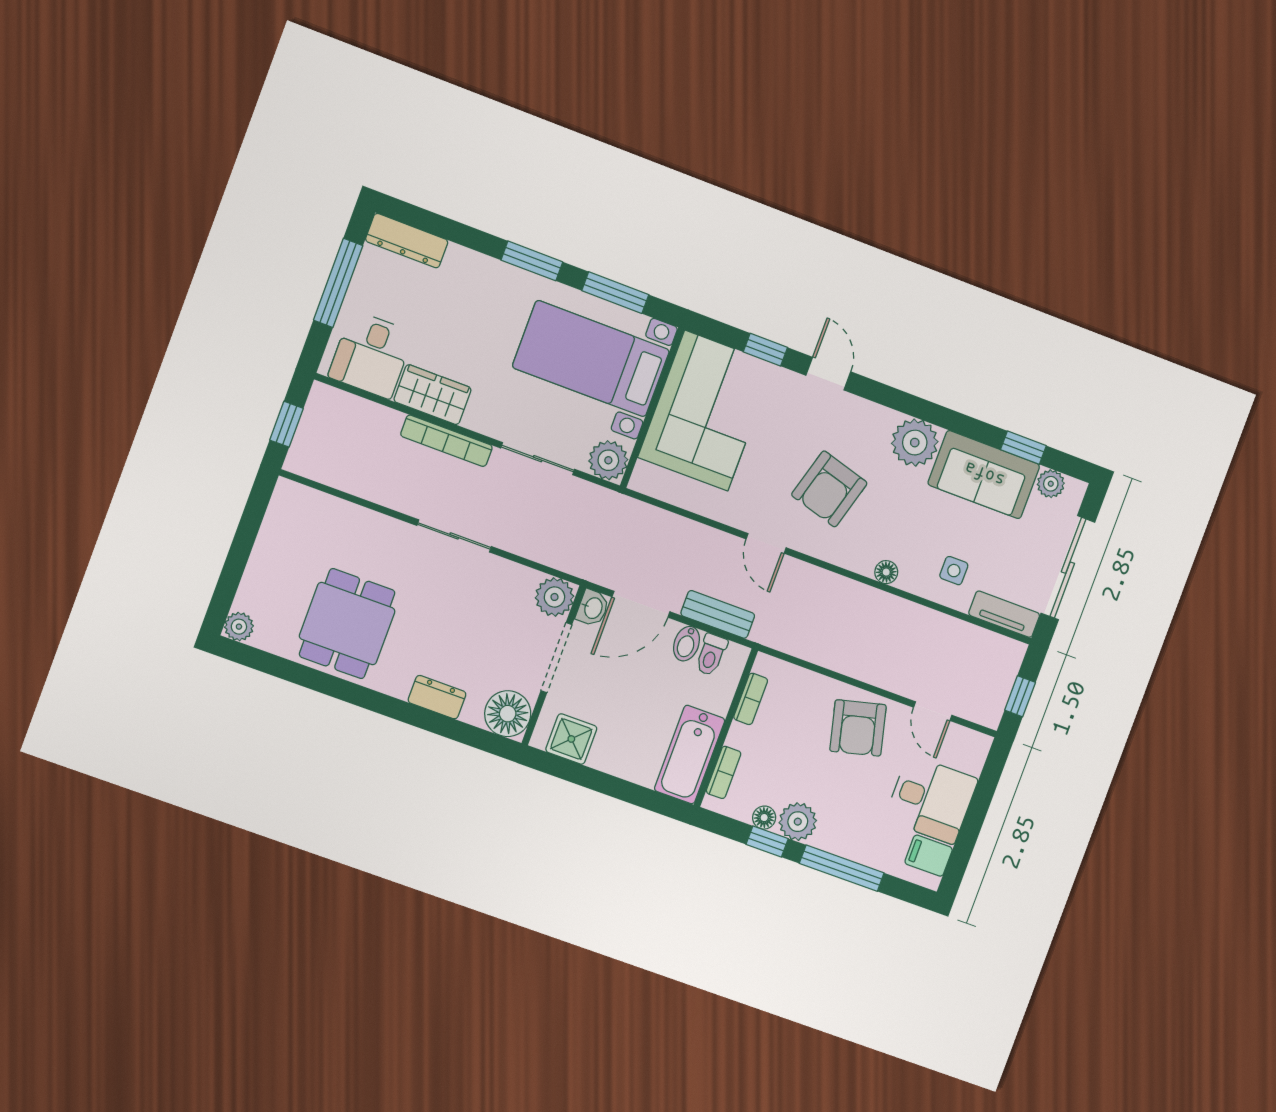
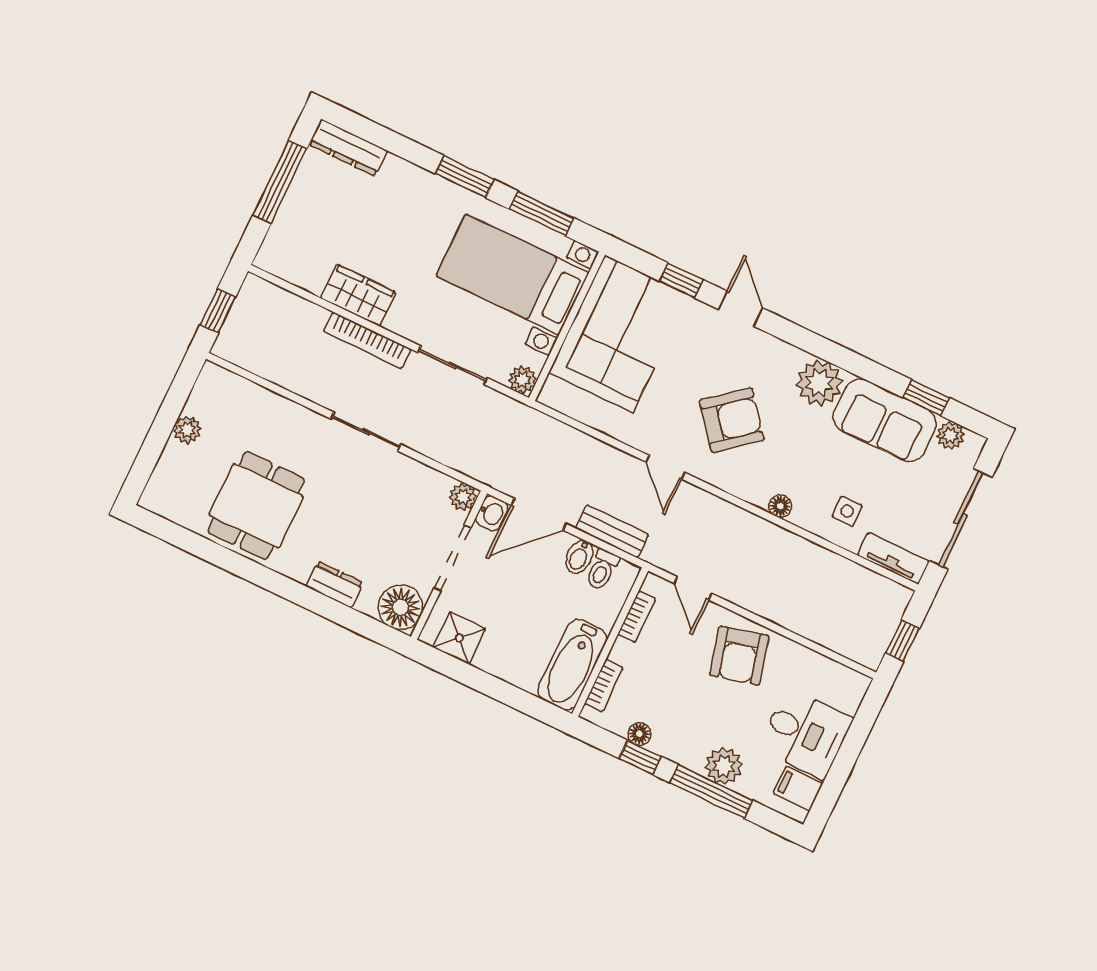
desk: (371, 355) -> (304, 252), removed
plant: (608, 460) -> (522, 380), width x0.73, depth x0.73
armchair: (829, 489) -> (732, 420), turned -145
plant: (554, 597) -> (463, 497), width x0.73, depth x0.73
plant: (239, 627) -> (187, 430), moved
door: (933, 711) -> (693, 588), moved
plant: (798, 822) -> (724, 766), moved

